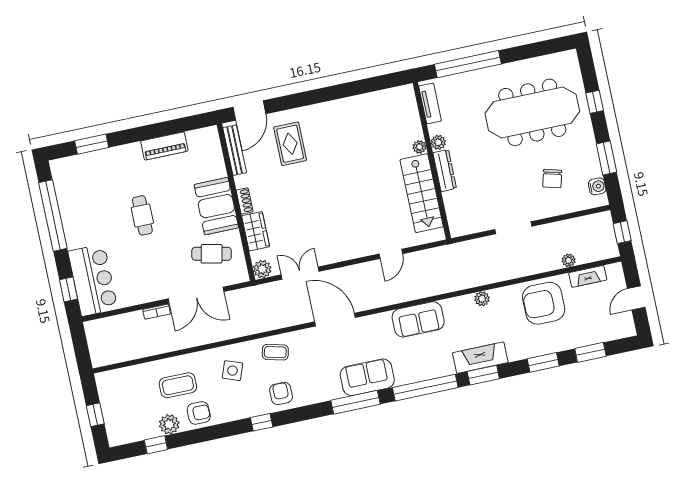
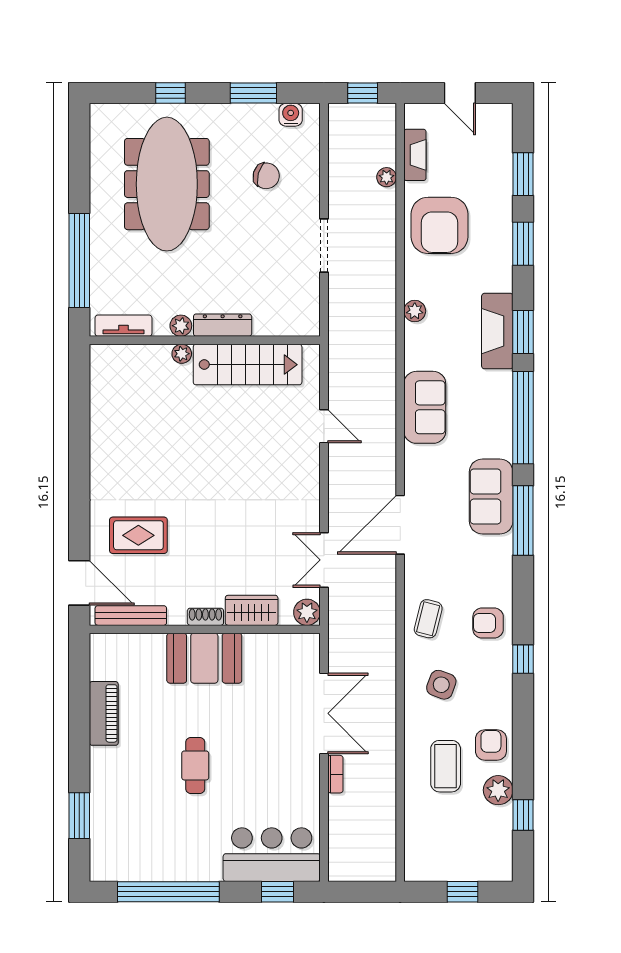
cafe table: (142, 215) -> (195, 765), turned 90
cafe table: (212, 254) -> (270, 679), removed

